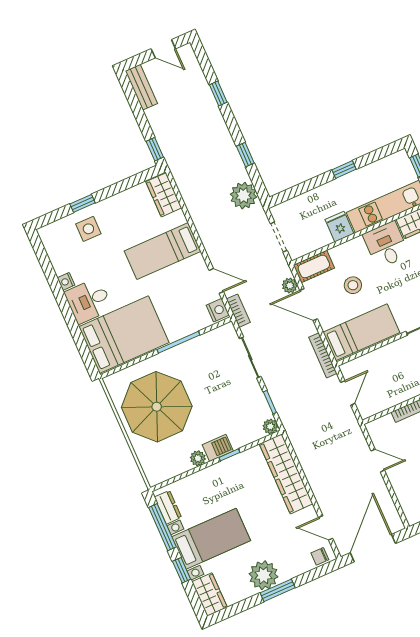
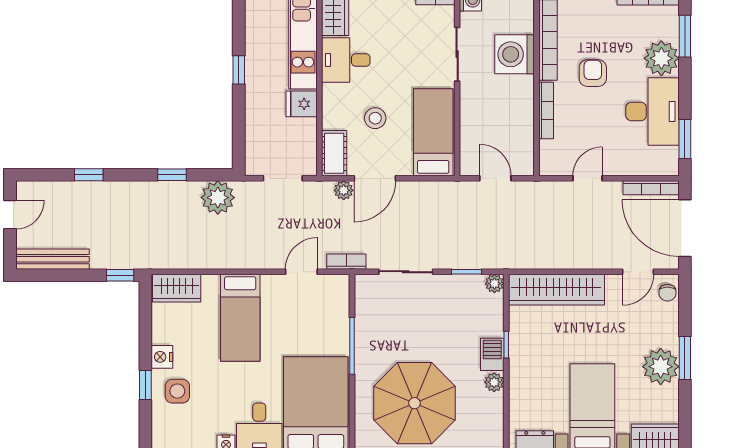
bench: (141, 87) -> (52, 259), width x1.36
nightstand: (218, 310) -> (162, 357), moved, turned -90
bookcase: (323, 355) -> (651, 188), moved

